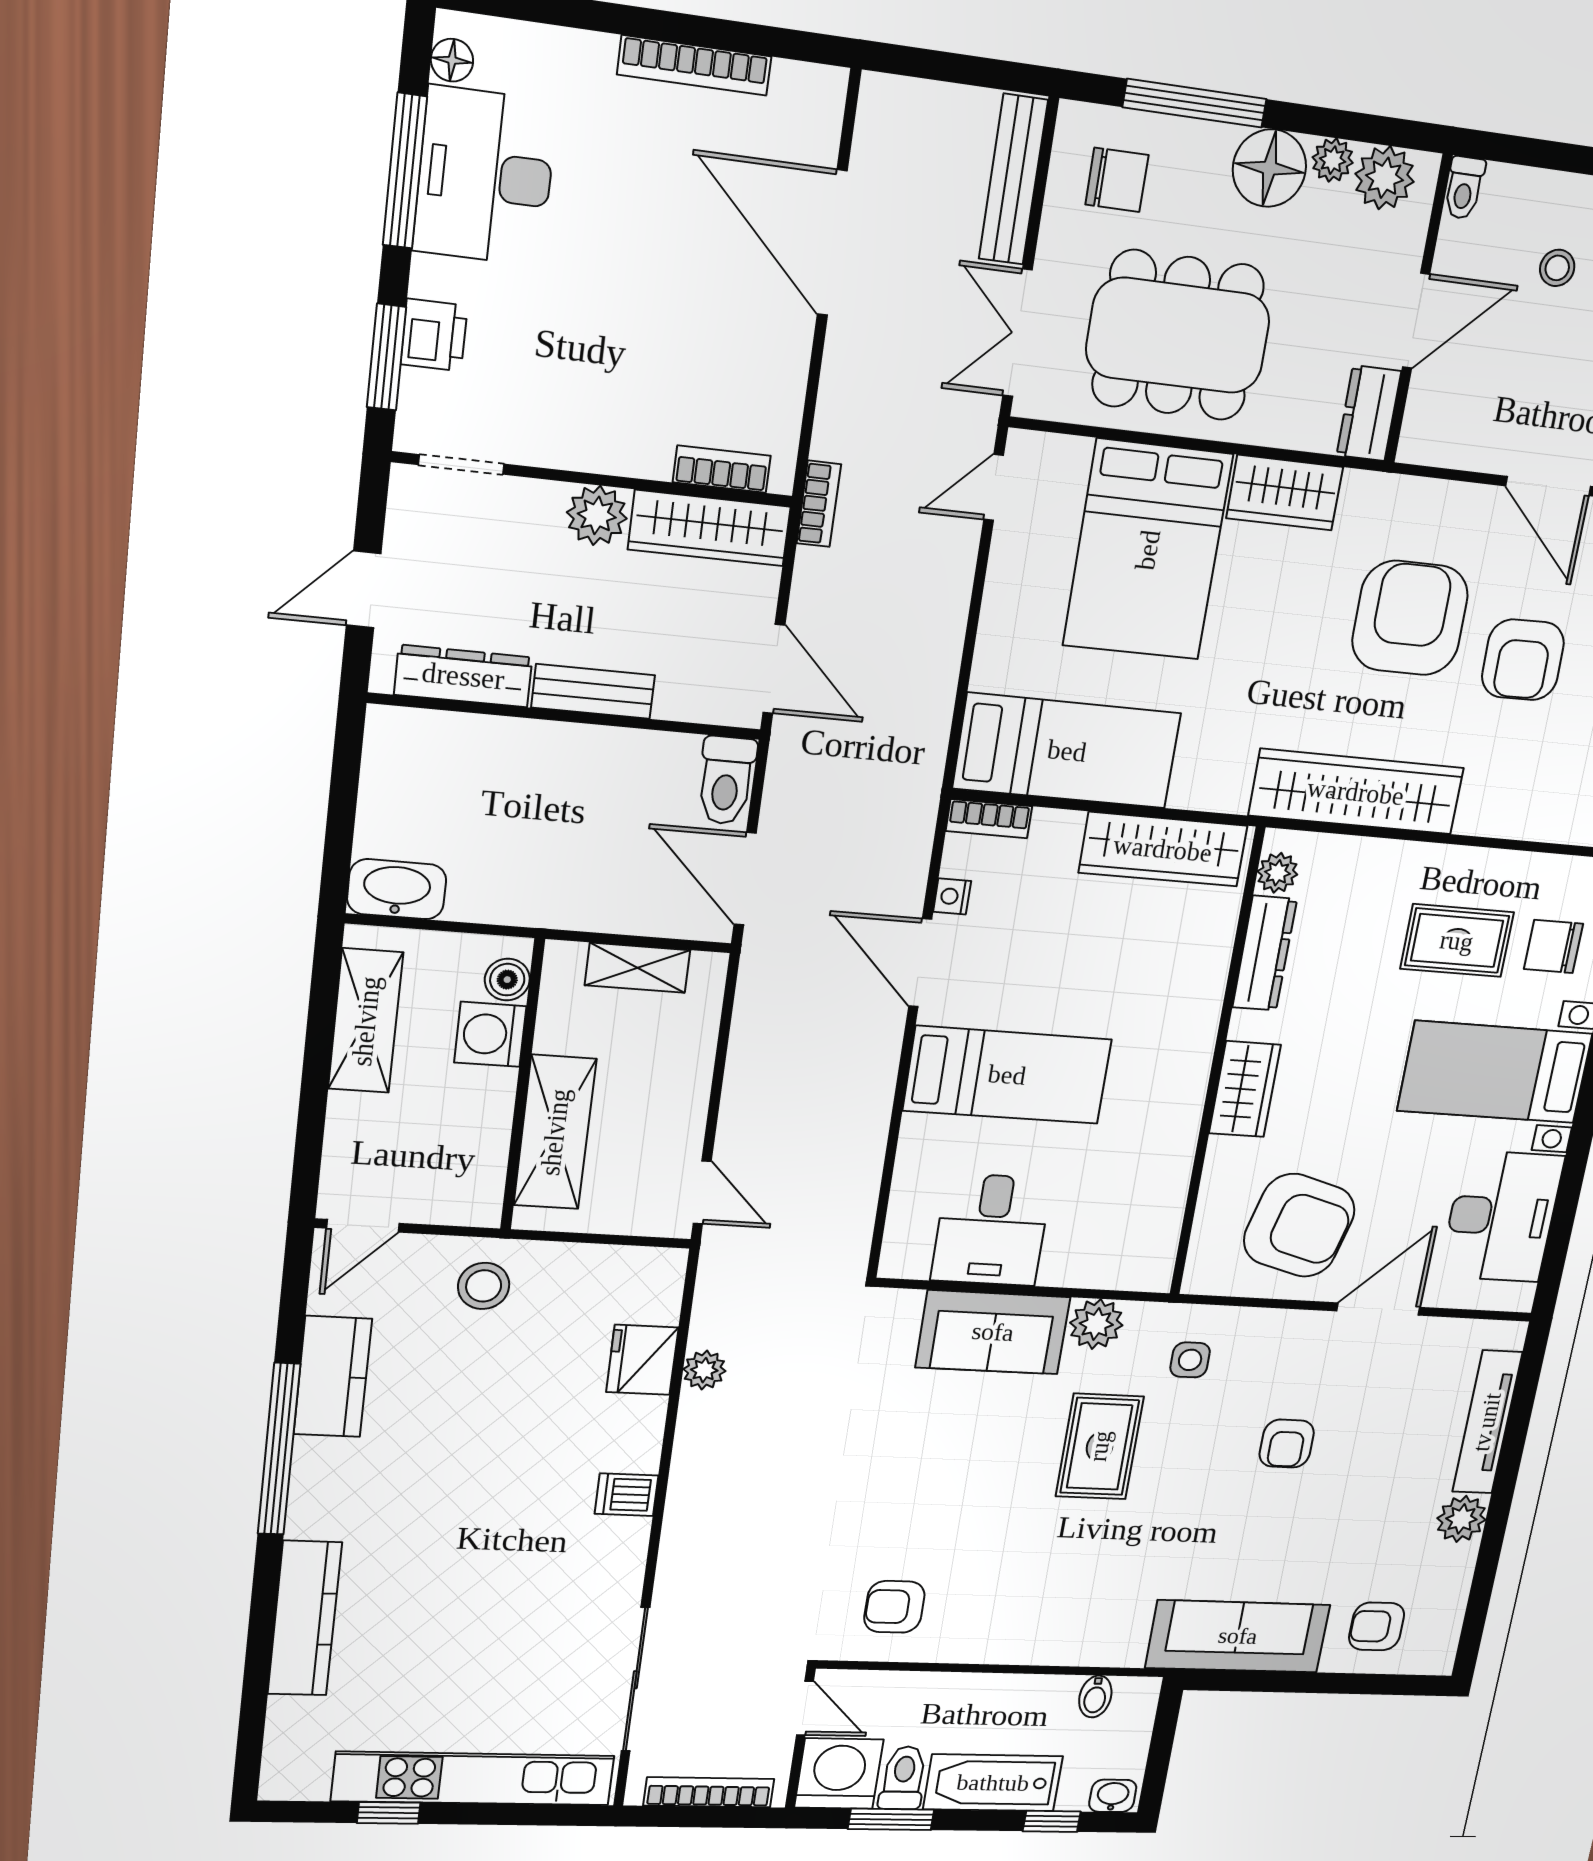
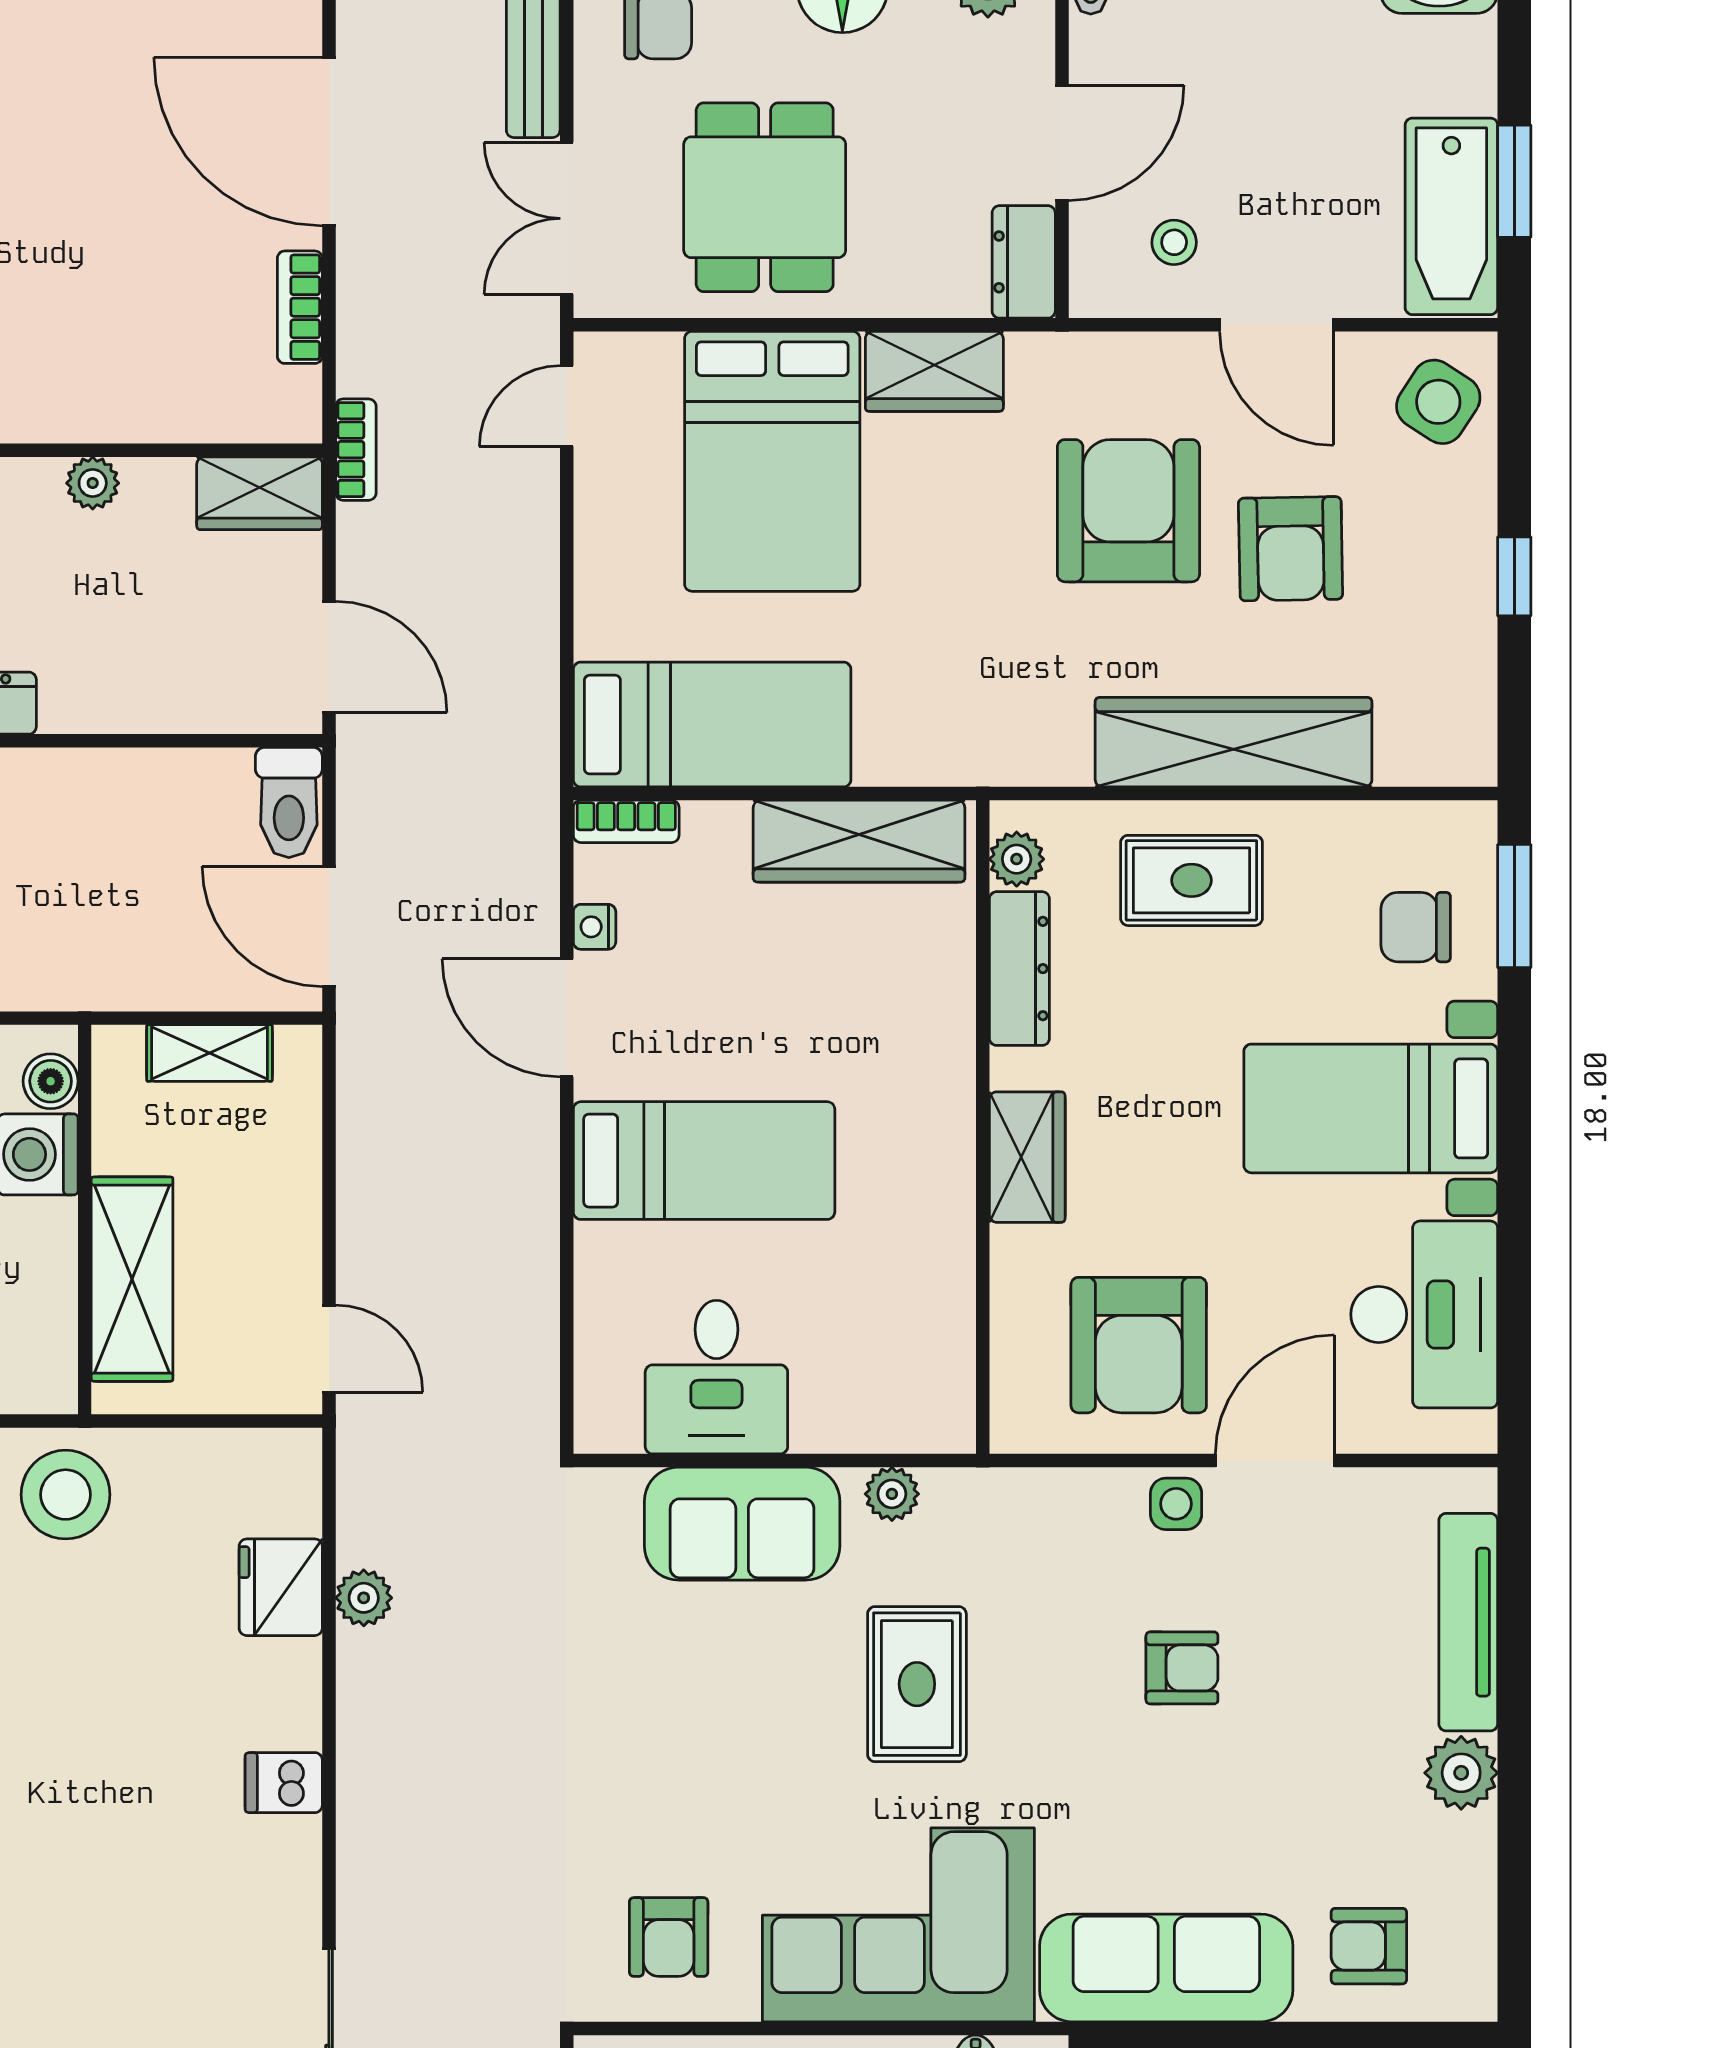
stool: (1557, 268) -> (1174, 242), moved
dining table: (1178, 335) -> (765, 197), width x0.73
bookcase: (722, 469) -> (300, 307), moved, turned -90
plant: (597, 515) -> (93, 483), width x0.73, depth x0.73
wardrobe: (709, 528) -> (260, 493), width x0.67
bench: (593, 691) -> (113, 707), removed
wardrobe: (1356, 792) -> (1234, 742), moved
rug: (1457, 941) -> (1191, 880), moved
armchair: (1299, 1225) -> (1139, 1345), turned 75
stool: (484, 1286) -> (66, 1495), width x1.38, depth x1.38
plant: (1096, 1324) -> (892, 1494), width x0.73, depth x0.73
side table: (1190, 1360) -> (1176, 1504), moved
armchair: (1287, 1444) -> (1182, 1668), turned -90
corner sofa: (1058, 1604) -> (898, 1925), added
armchair: (894, 1607) -> (669, 1937), turned -90

